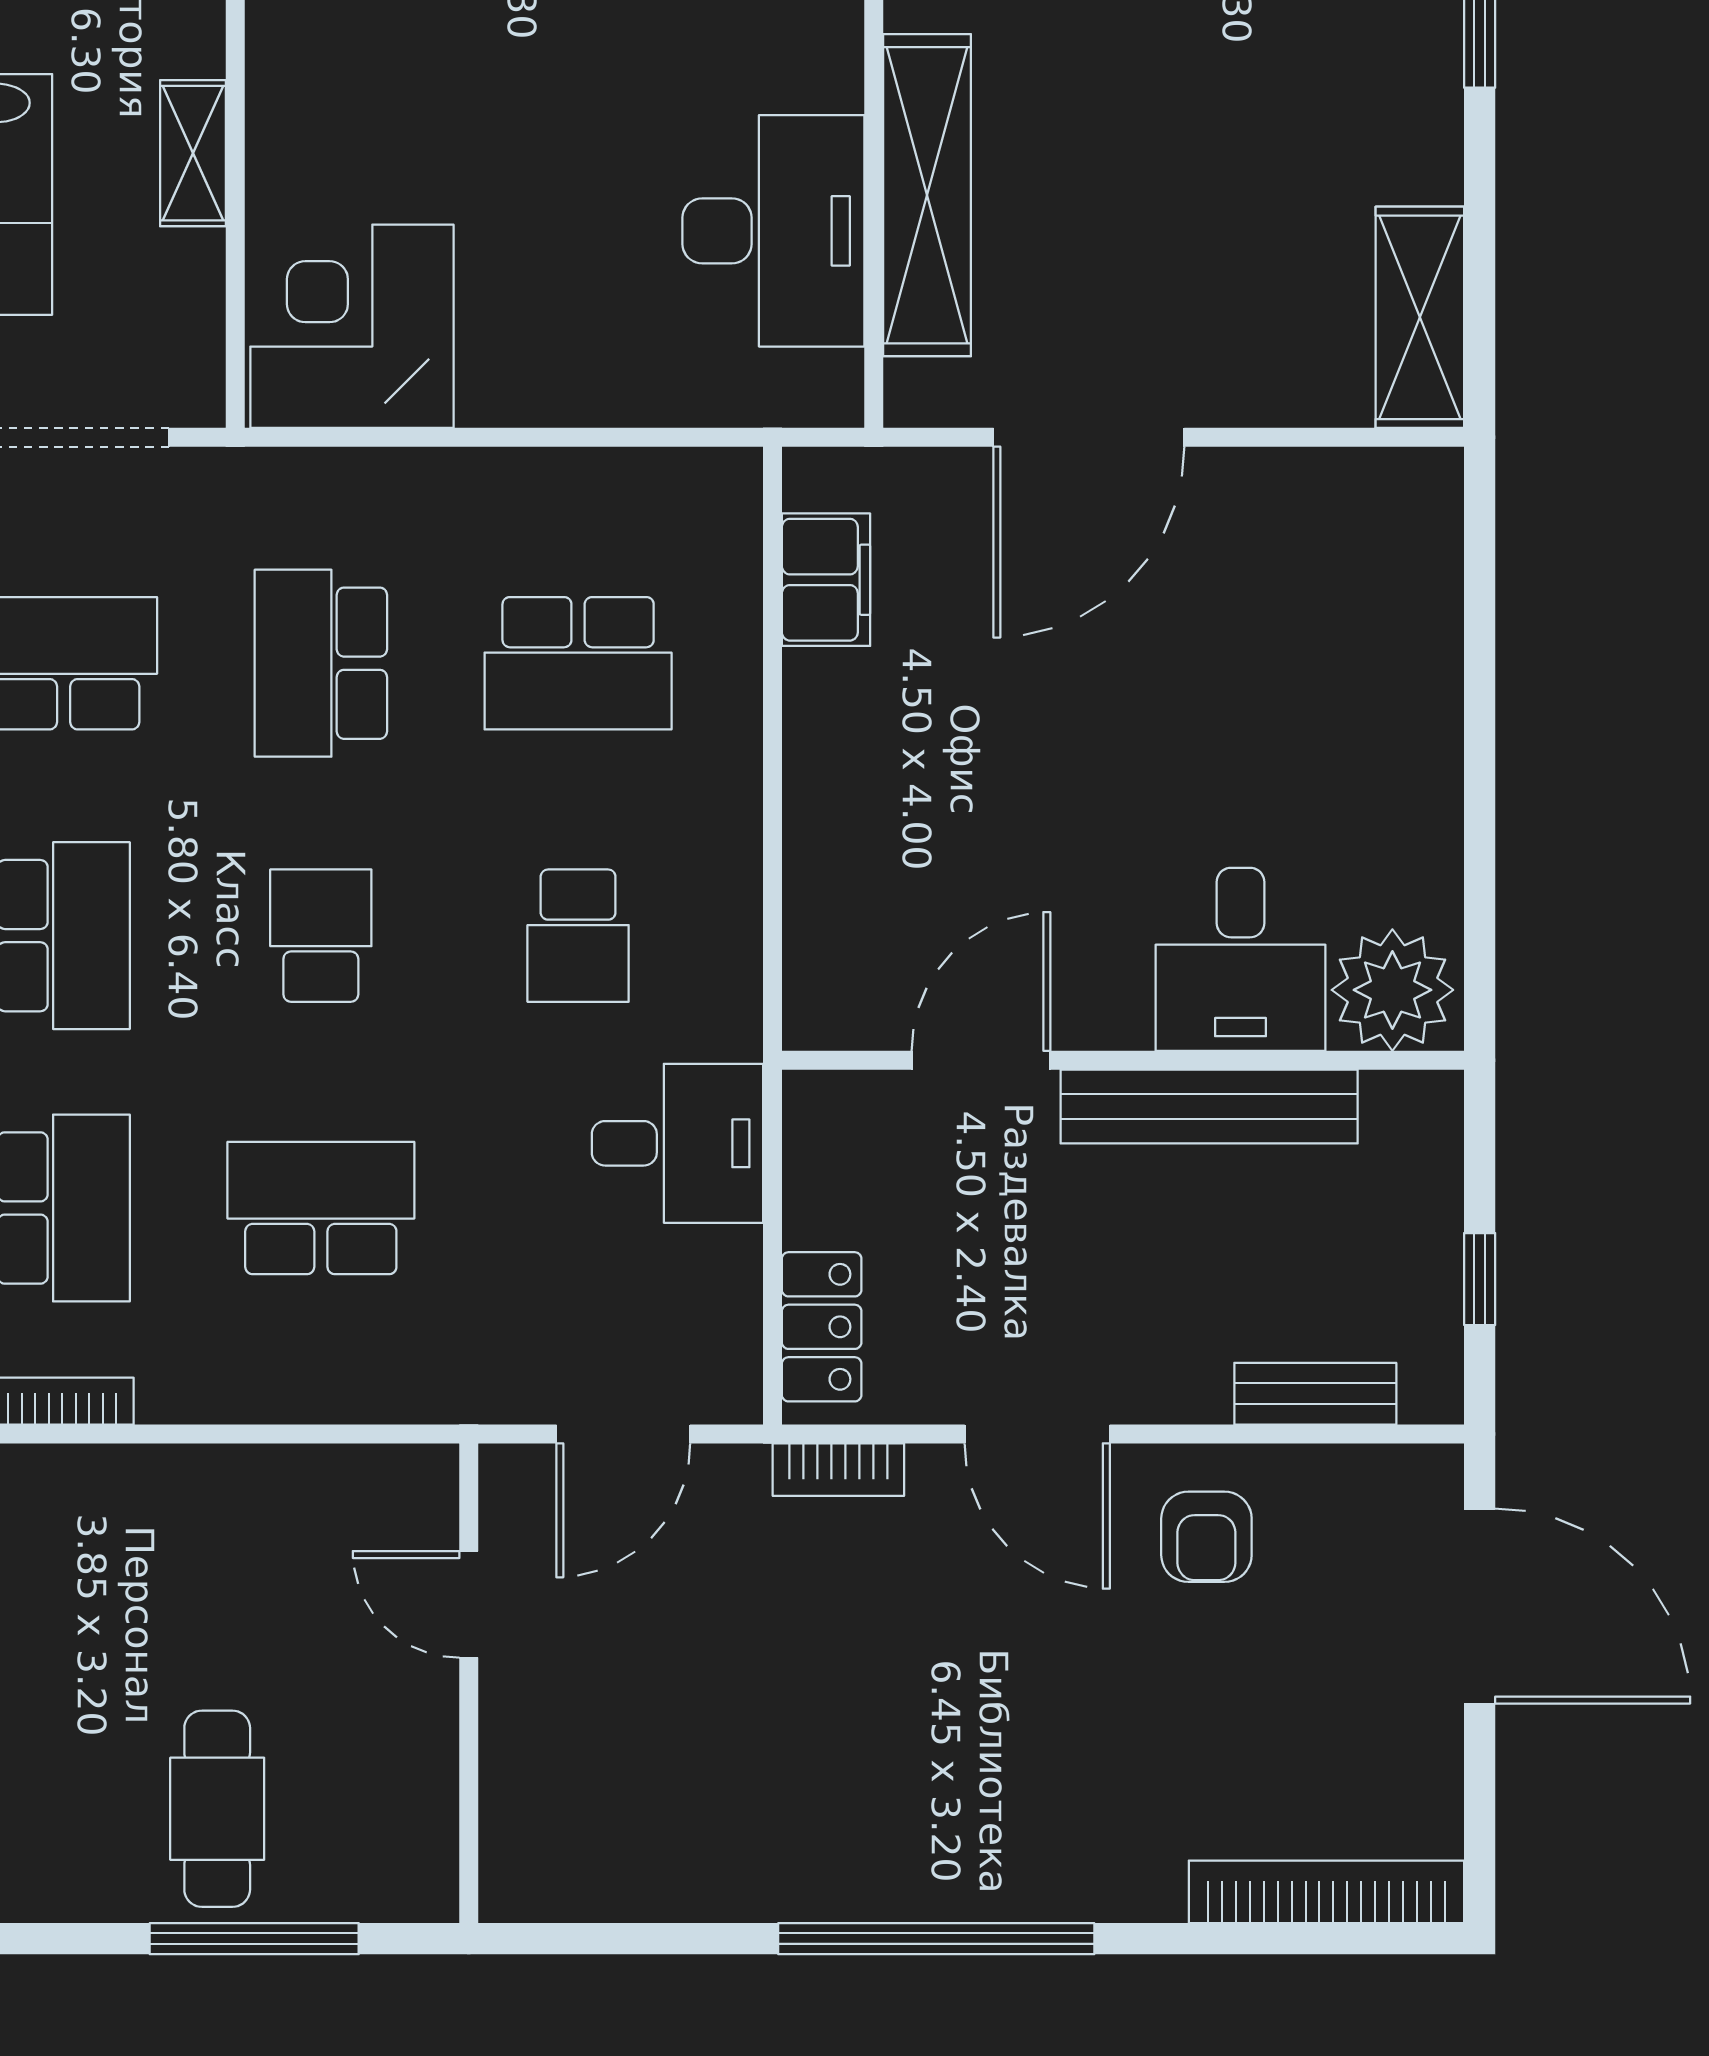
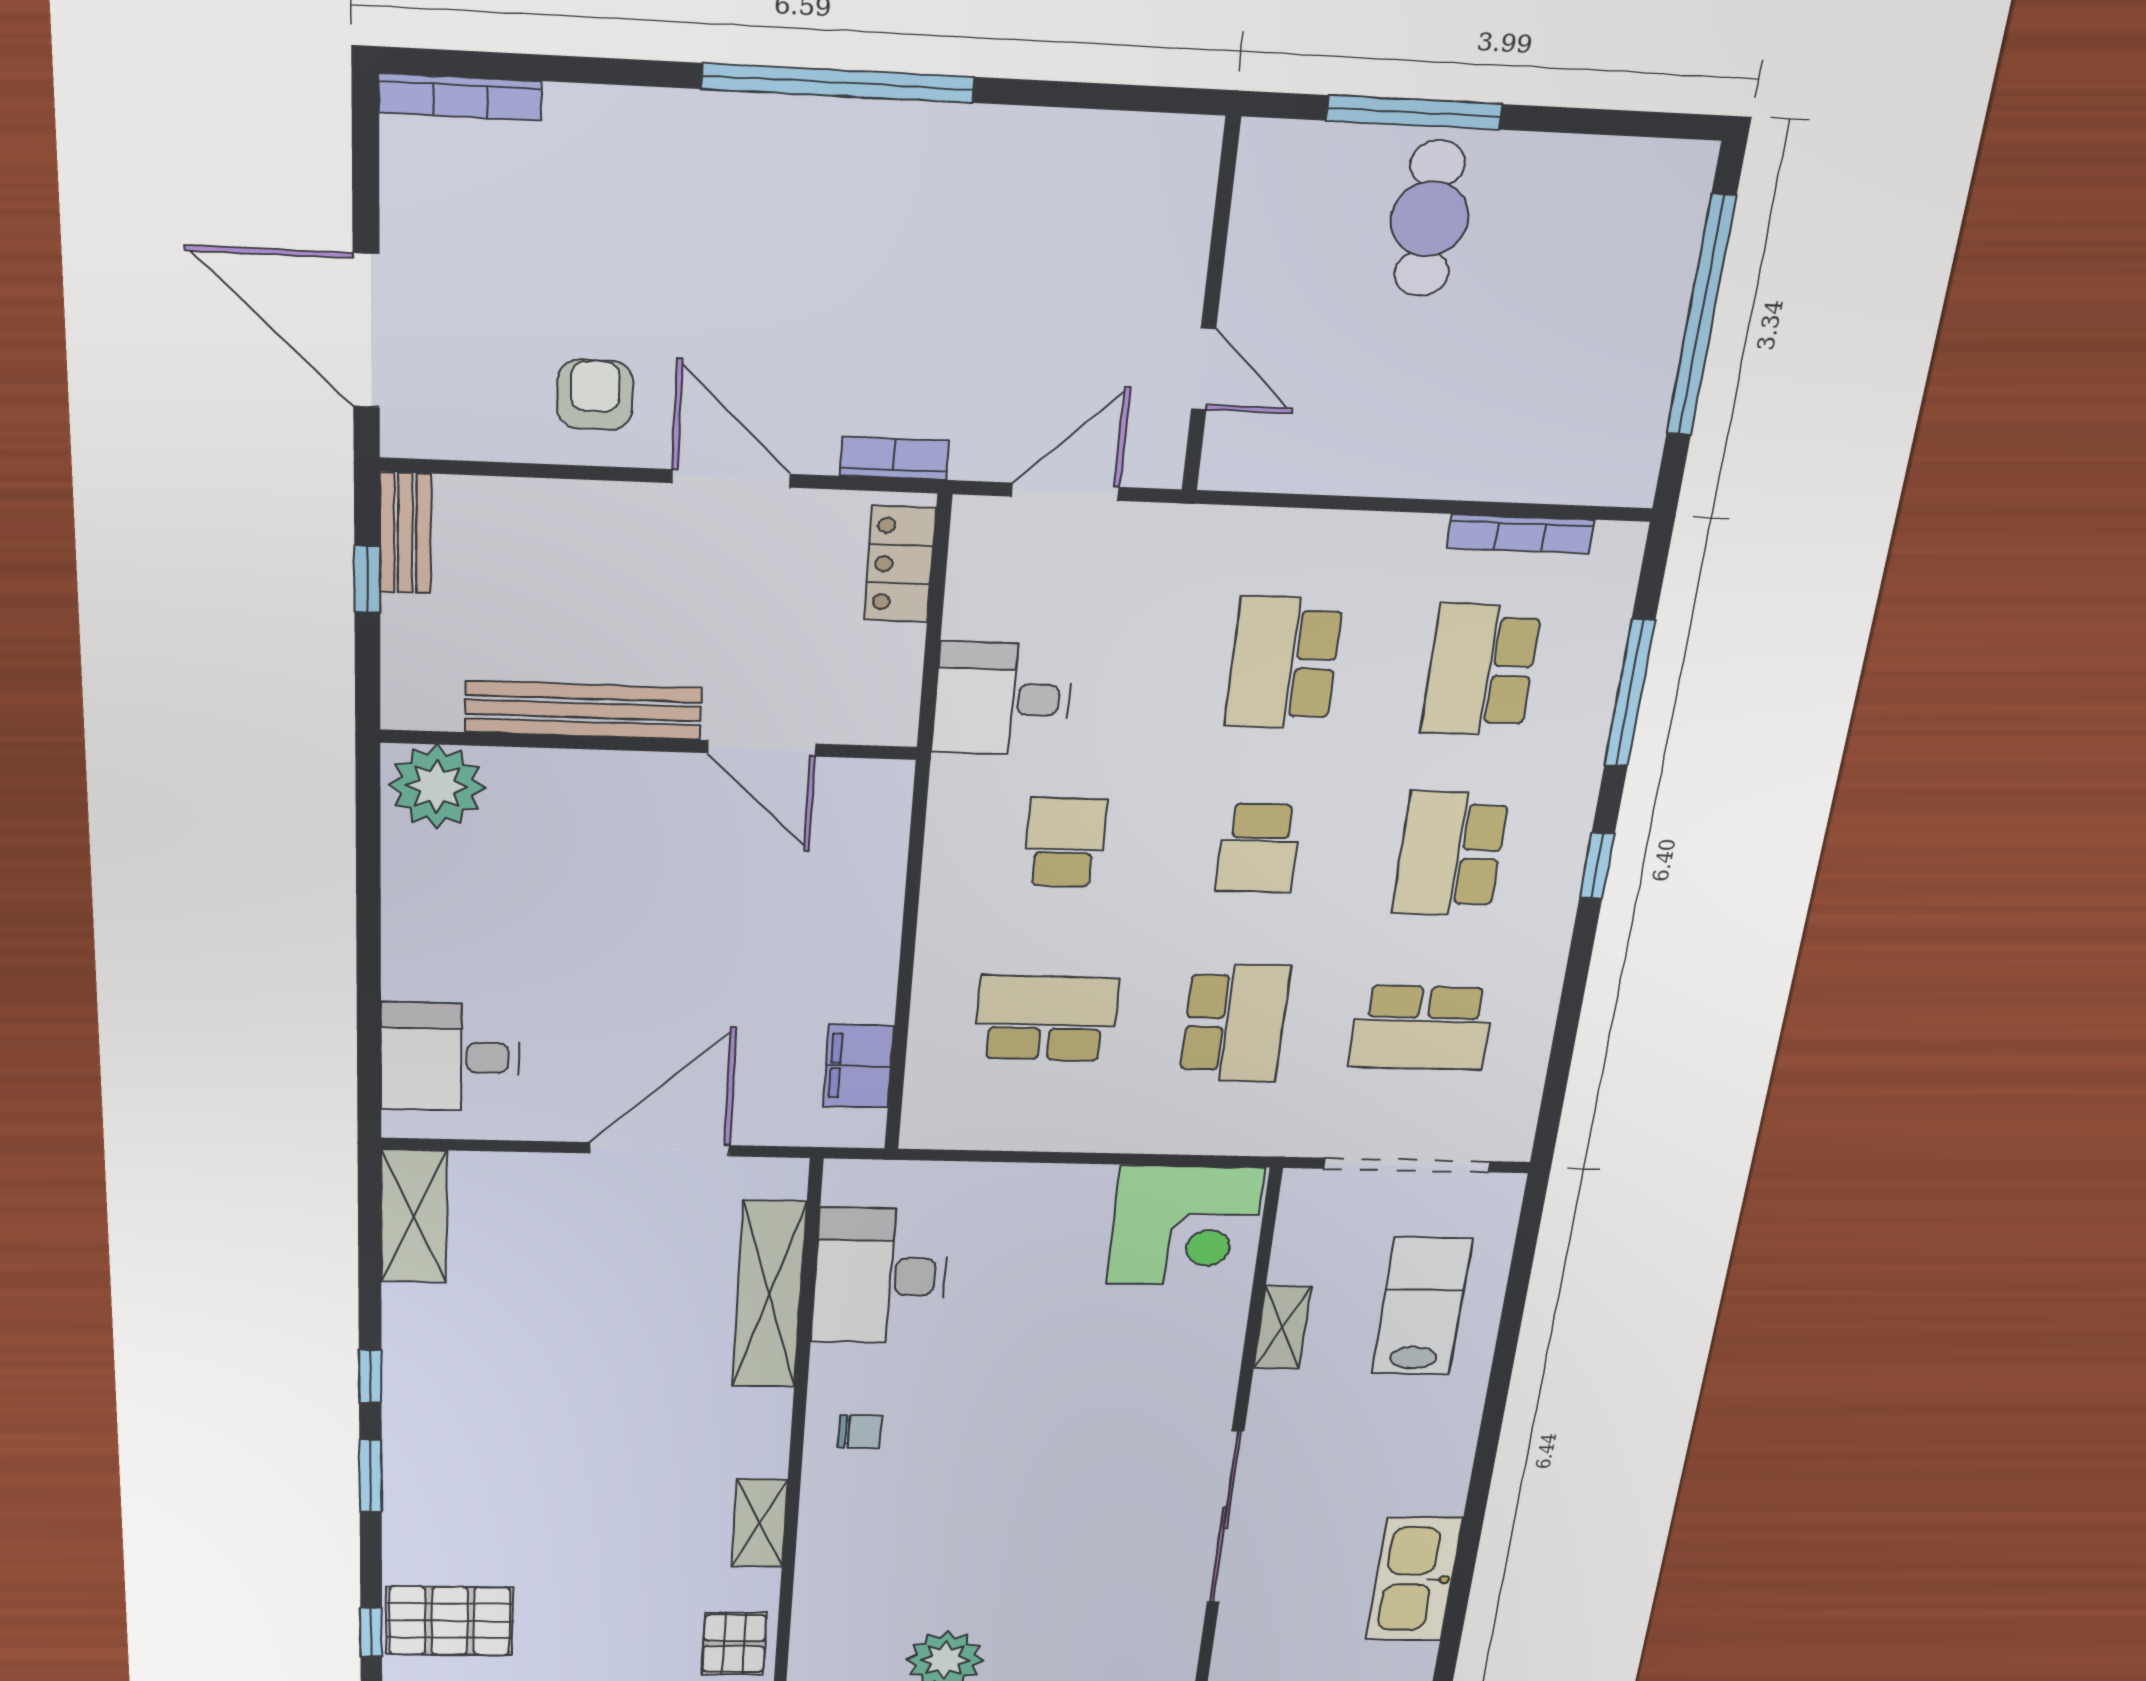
desk: (1240, 959) -> (450, 1057), moved, turned -90
door: (981, 1060) -> (762, 748), hinge flipped
school desk: (321, 1208) -> (1284, 663), turned 90
bench: (1315, 1394) -> (405, 533), moved, turned 90
bookcase: (1326, 1892) -> (460, 97), width x0.68, depth x0.76

